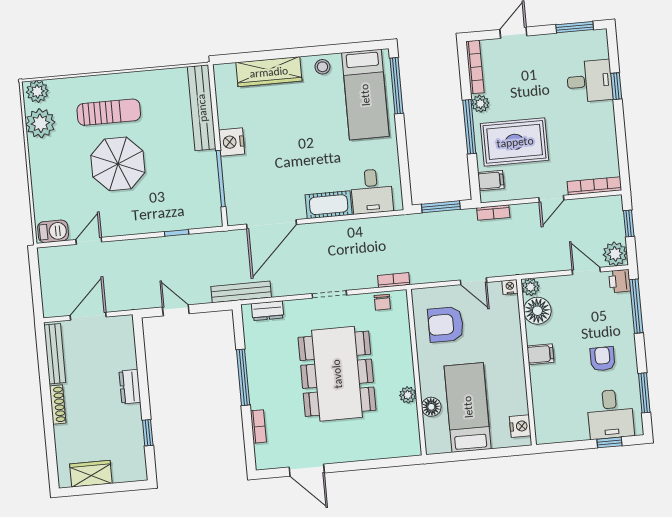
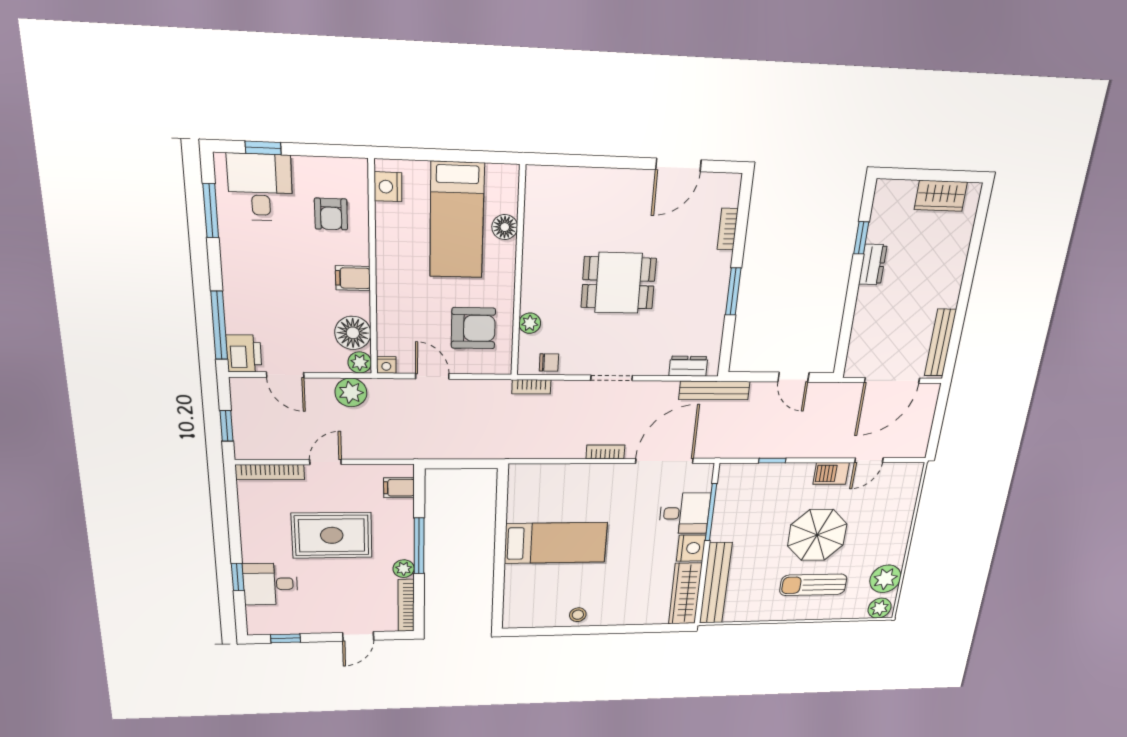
window: (575, 27) -> (286, 638), width x0.67
wardrobe: (269, 72) -> (685, 594), moved, turned -90
window: (397, 86) -> (498, 592), removed
bed: (365, 95) -> (556, 543), moved, turned 90
rug: (515, 142) -> (332, 535), moved
desk: (372, 191) -> (684, 513), moved, turned 90
cot: (329, 205) -> (595, 476), removed
window: (441, 207) -> (463, 464), removed
bookcase: (493, 213) -> (605, 452), moved
barbecue: (53, 231) -> (831, 473), moved
plant: (615, 254) -> (351, 392), moved
printer: (620, 281) -> (244, 354), width x1.36, depth x1.24
chair: (382, 302) -> (549, 362), turned 90
door: (88, 316) -> (892, 380), width x1.36
armchair: (603, 359) -> (331, 214), moved
dining table: (337, 374) -> (619, 283), width x0.53, depth x0.80
window: (243, 377) -> (733, 292), width x0.69
dresser: (130, 387) -> (873, 264), moved
plant: (408, 395) -> (530, 323), moved
shoe rack: (58, 405) -> (954, 284), removed
door: (307, 470) -> (678, 165), swing flipped

